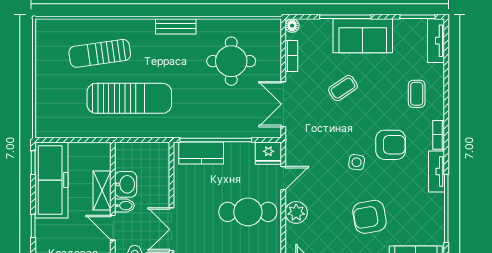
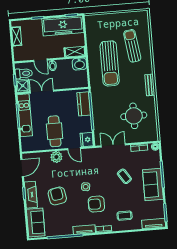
armchair: (391, 145) -> (96, 204), turned 90
washbasin: (126, 184) -> (79, 64), moved
shelving: (102, 190) -> (75, 52), moved
door: (113, 228) -> (40, 60), swing flipped

